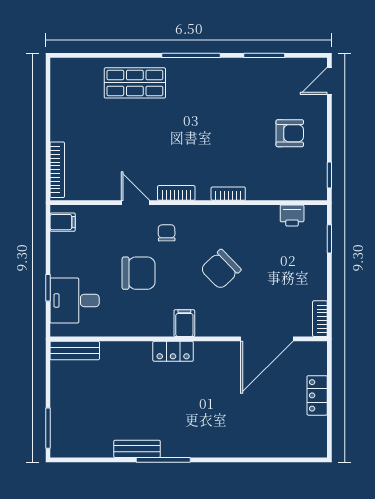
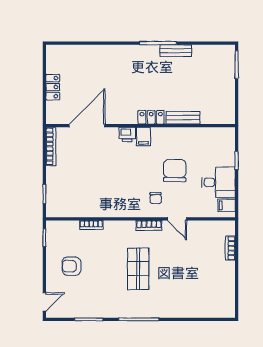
shop shelf: (135, 83) -> (138, 269), moved, turned 90
bookcase: (57, 170) -> (230, 248), width x0.64
bookcase: (228, 194) -> (91, 225), moved
printer: (292, 216) -> (127, 134), moved, turned 180
chair: (221, 269) -> (119, 173), removed
chair: (139, 273) -> (175, 171), turned 90
desk: (75, 300) -> (218, 182), moved
bookcase: (320, 319) -> (51, 146), width x1.56
bench: (75, 351) -> (183, 118), moved

